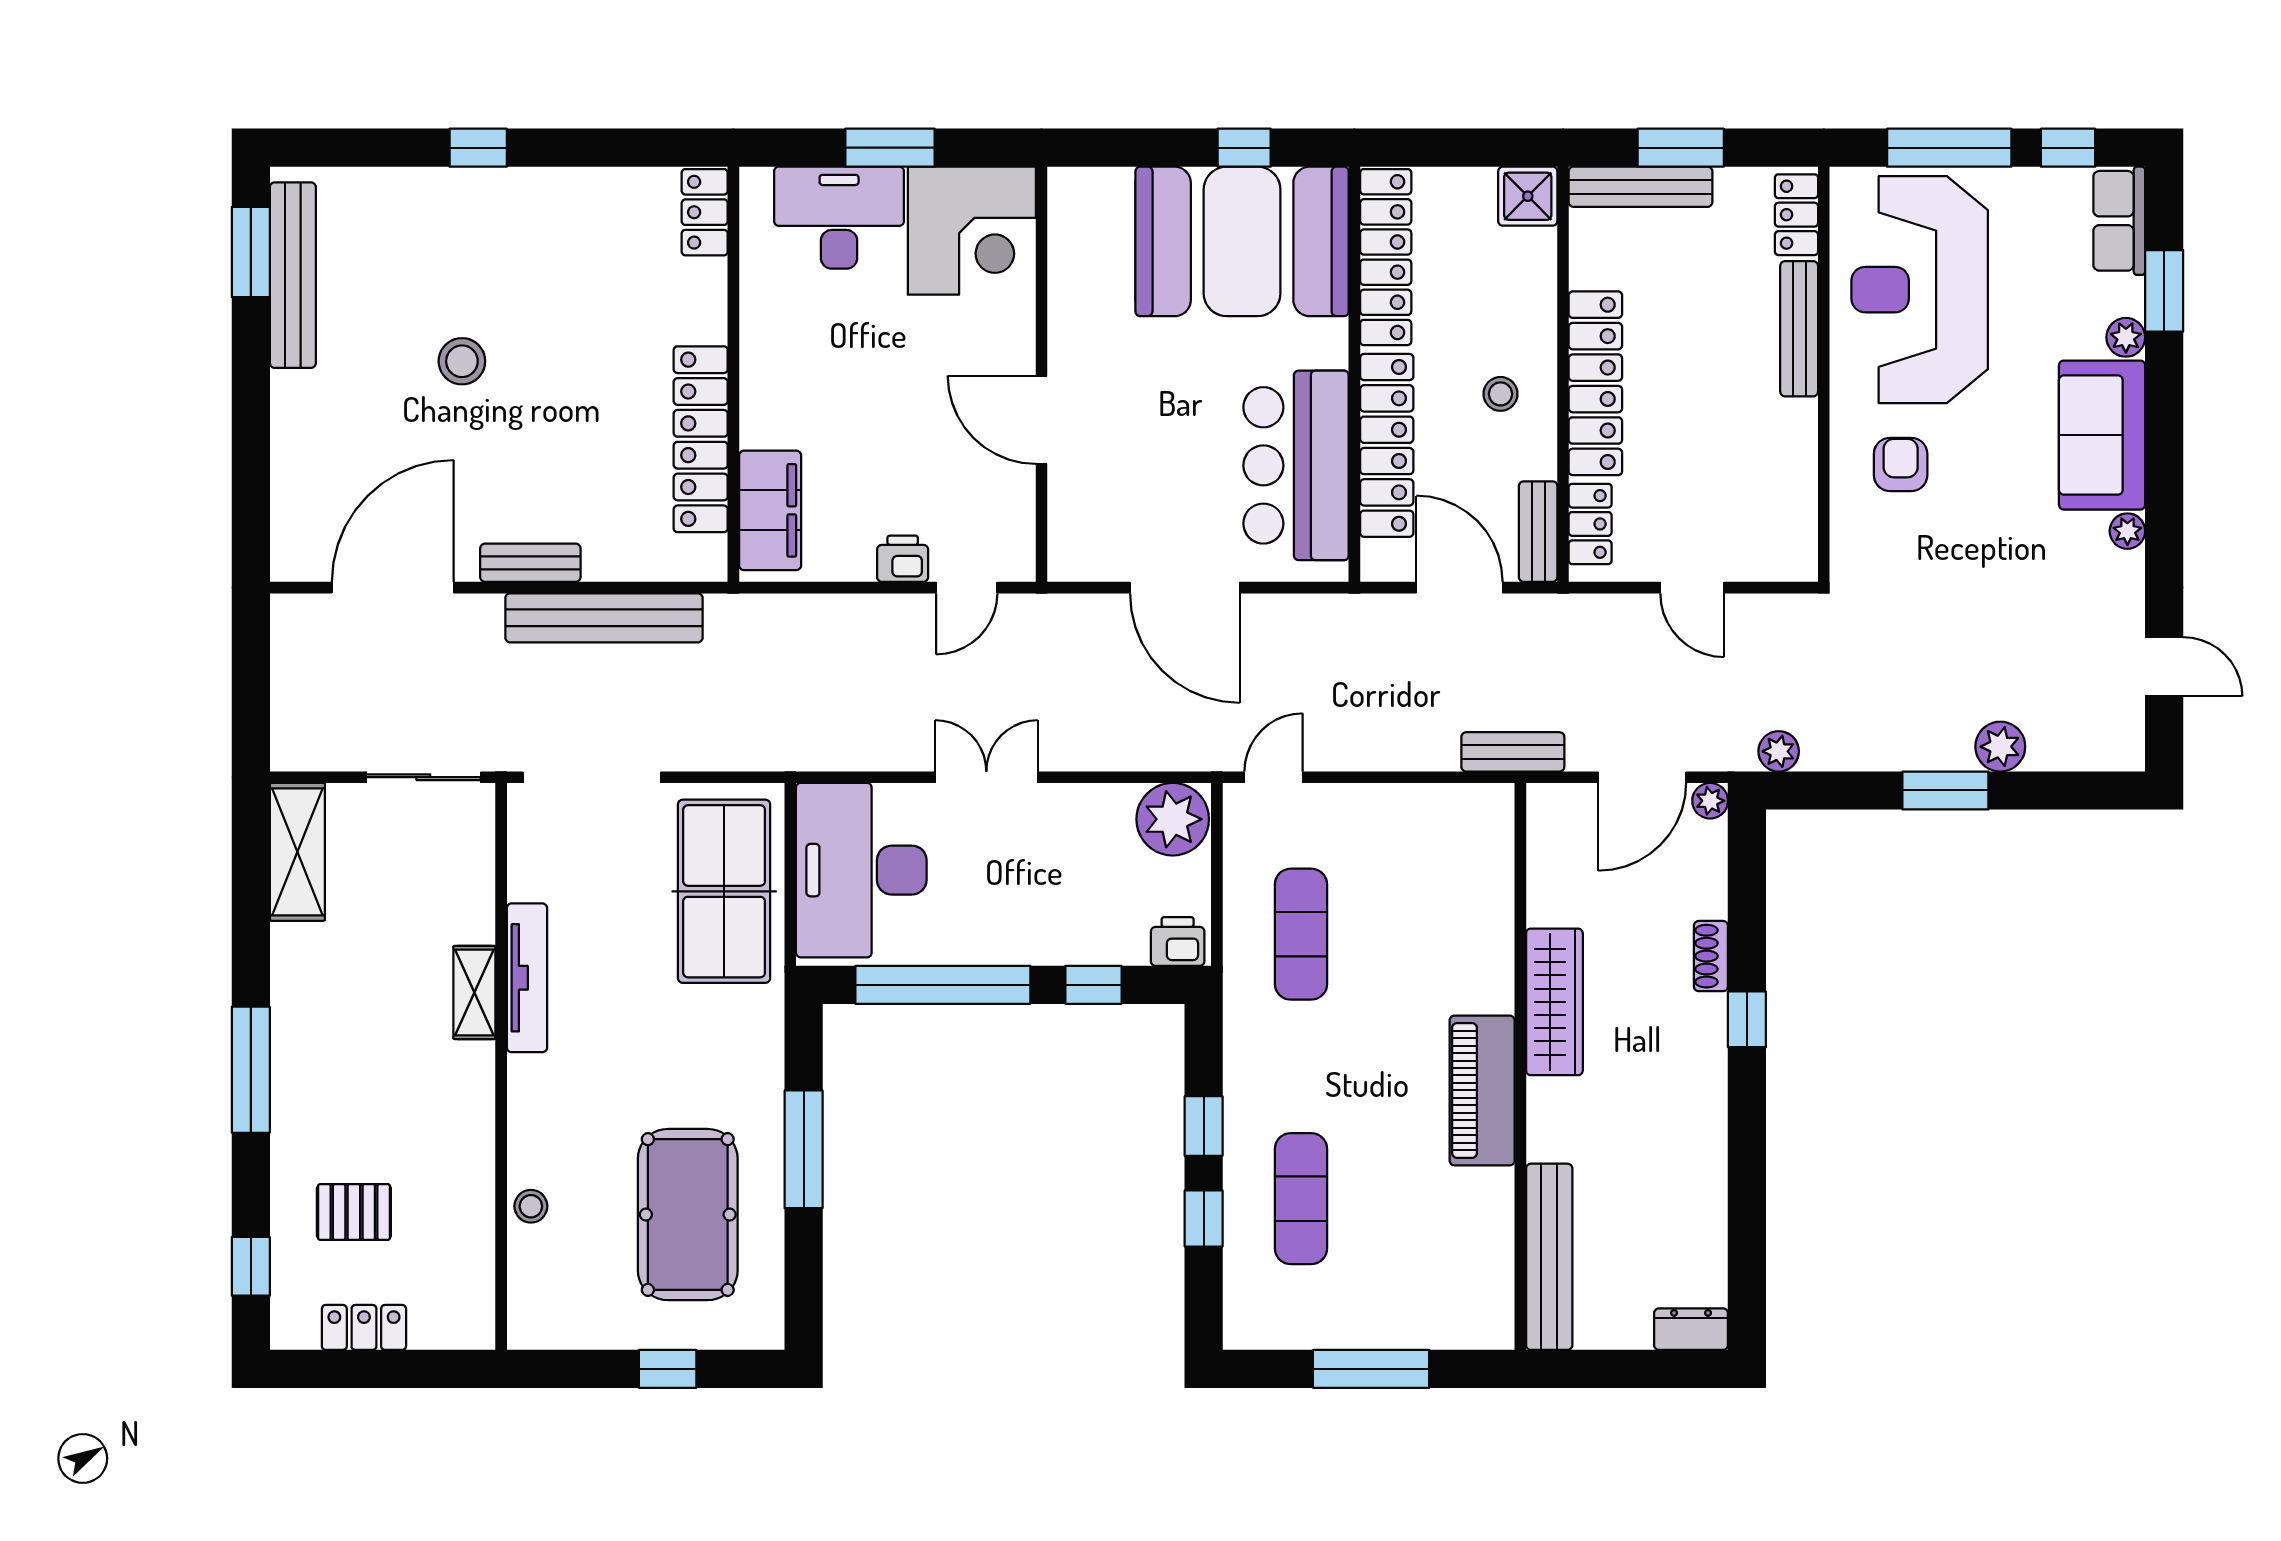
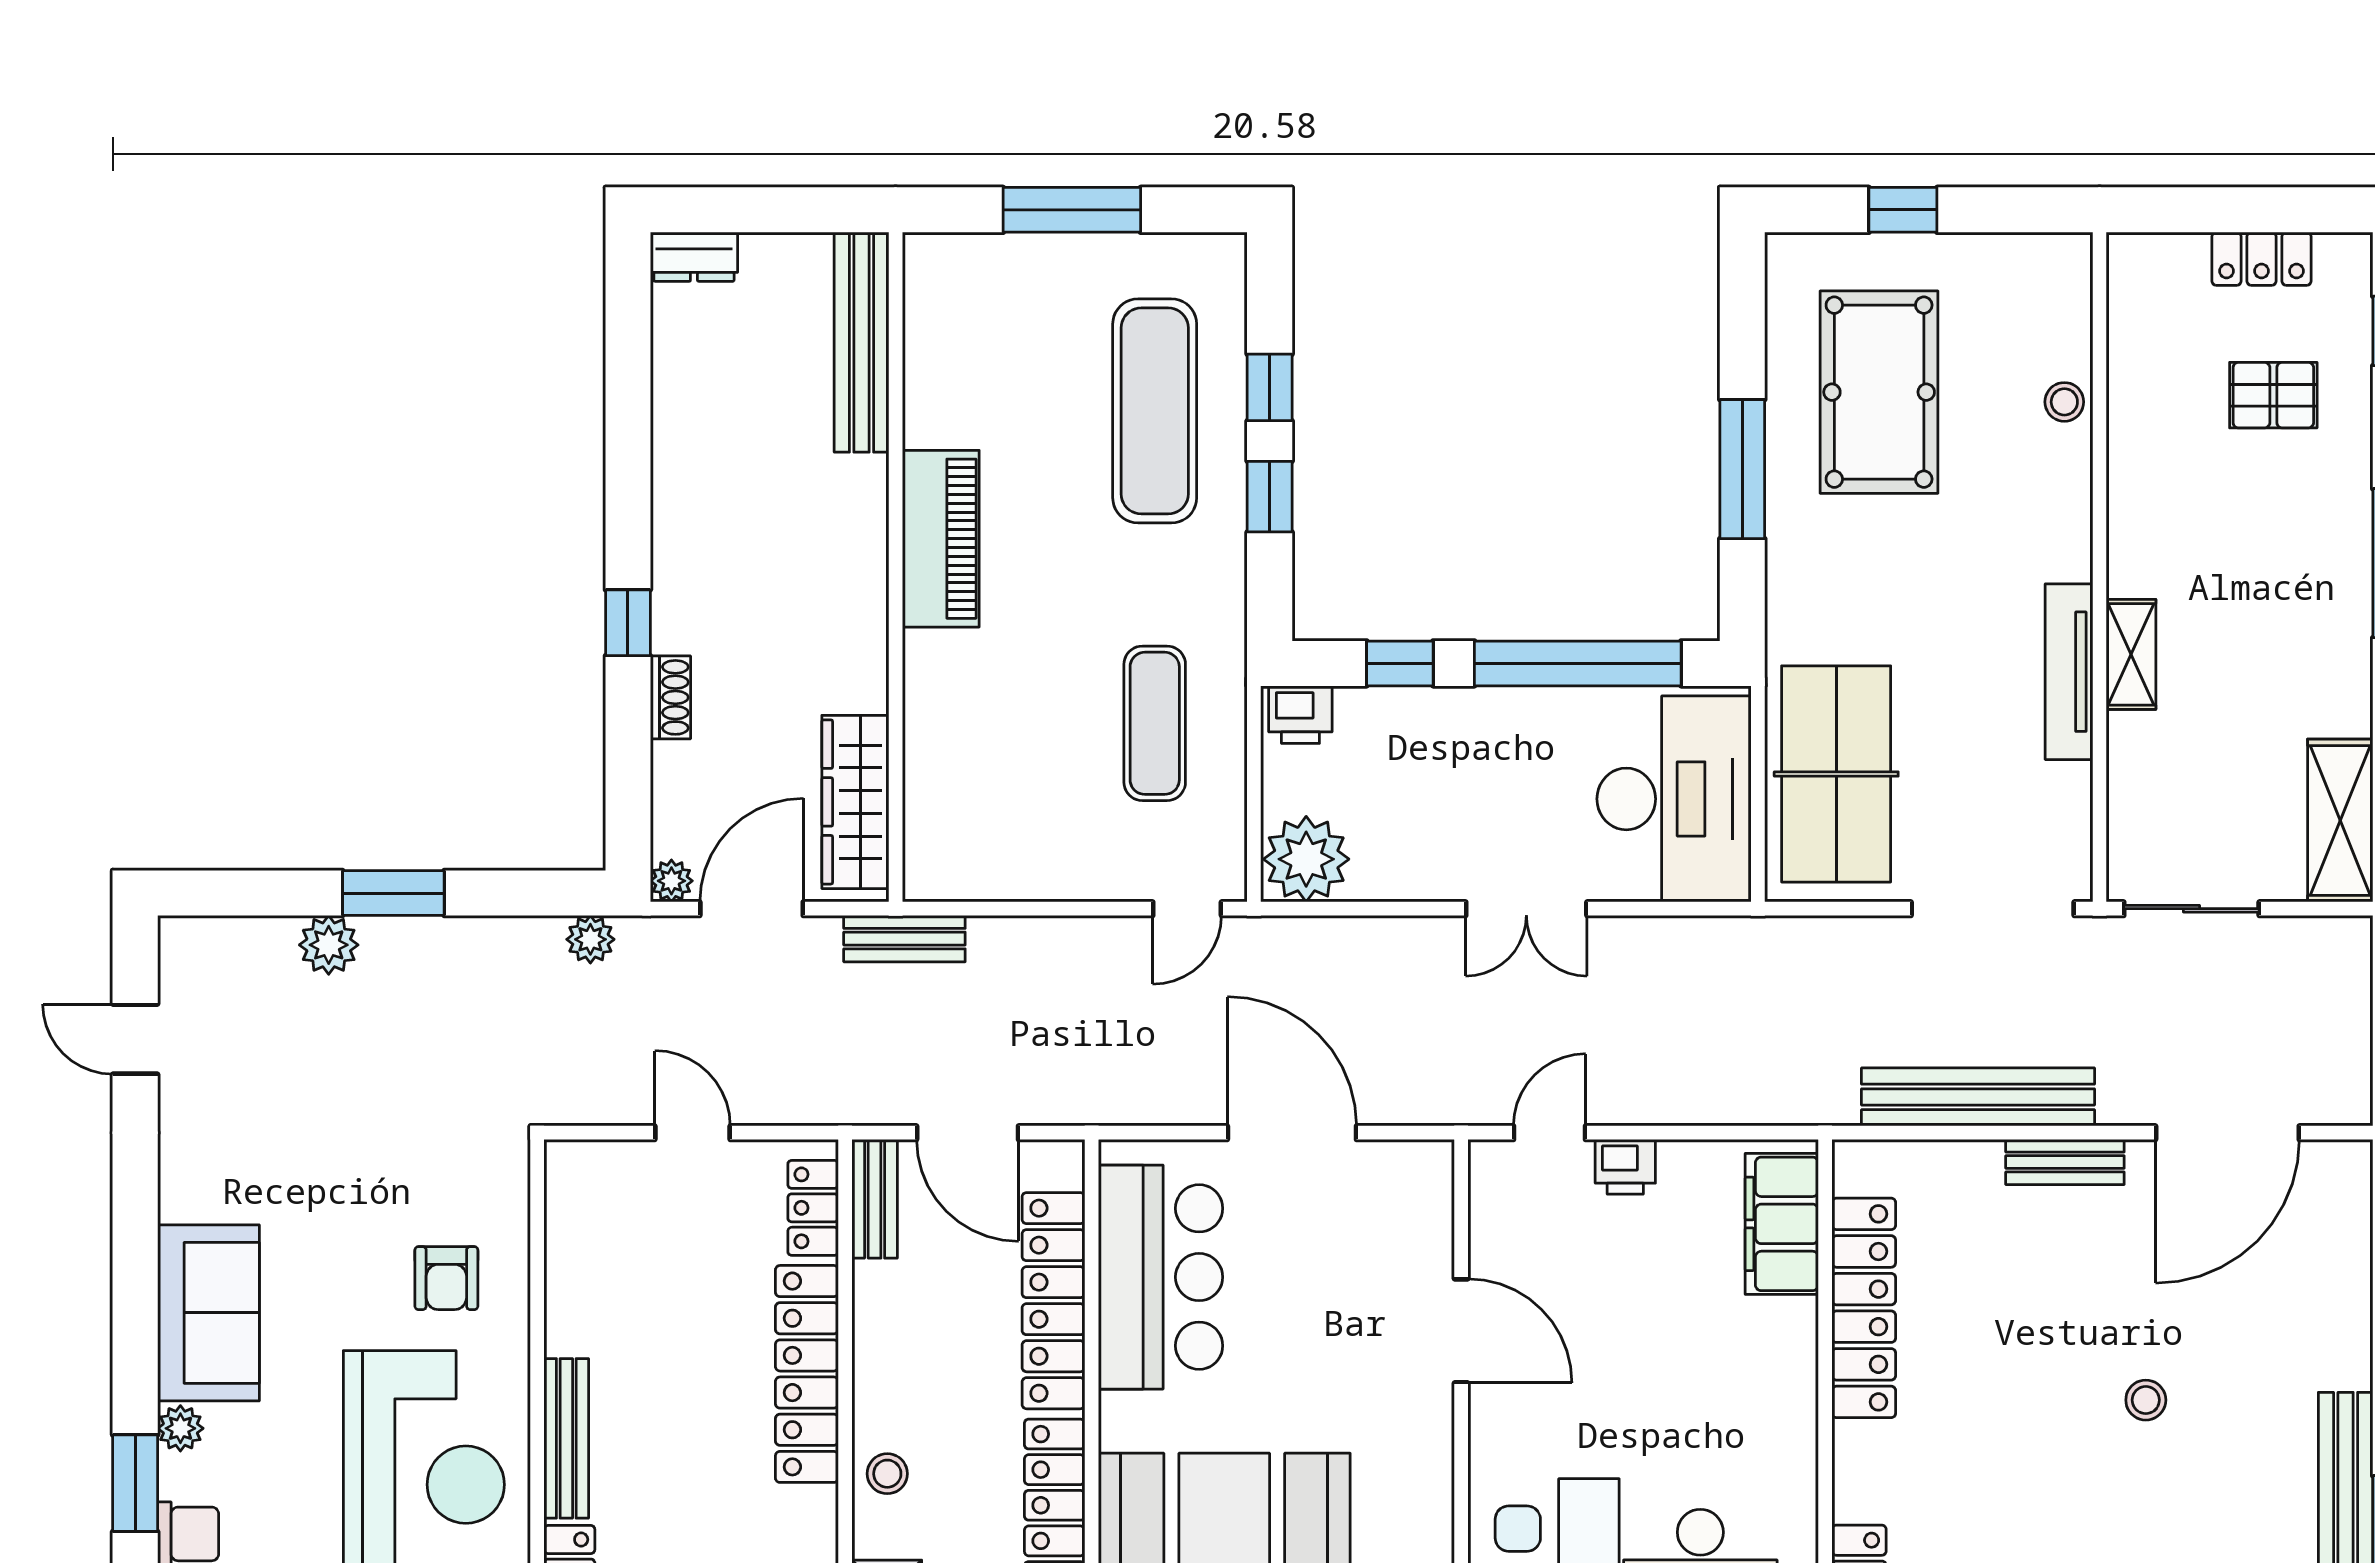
stool: (462, 361) -> (2146, 1400), width x0.73, depth x0.73
stool: (1500, 394) -> (887, 1474), moved
plant: (2127, 531) -> (178, 1199), removed
wardrobe: (1554, 1002) -> (855, 802), moved
exercise mat: (1301, 1199) -> (1155, 411), width x1.36, depth x1.45

